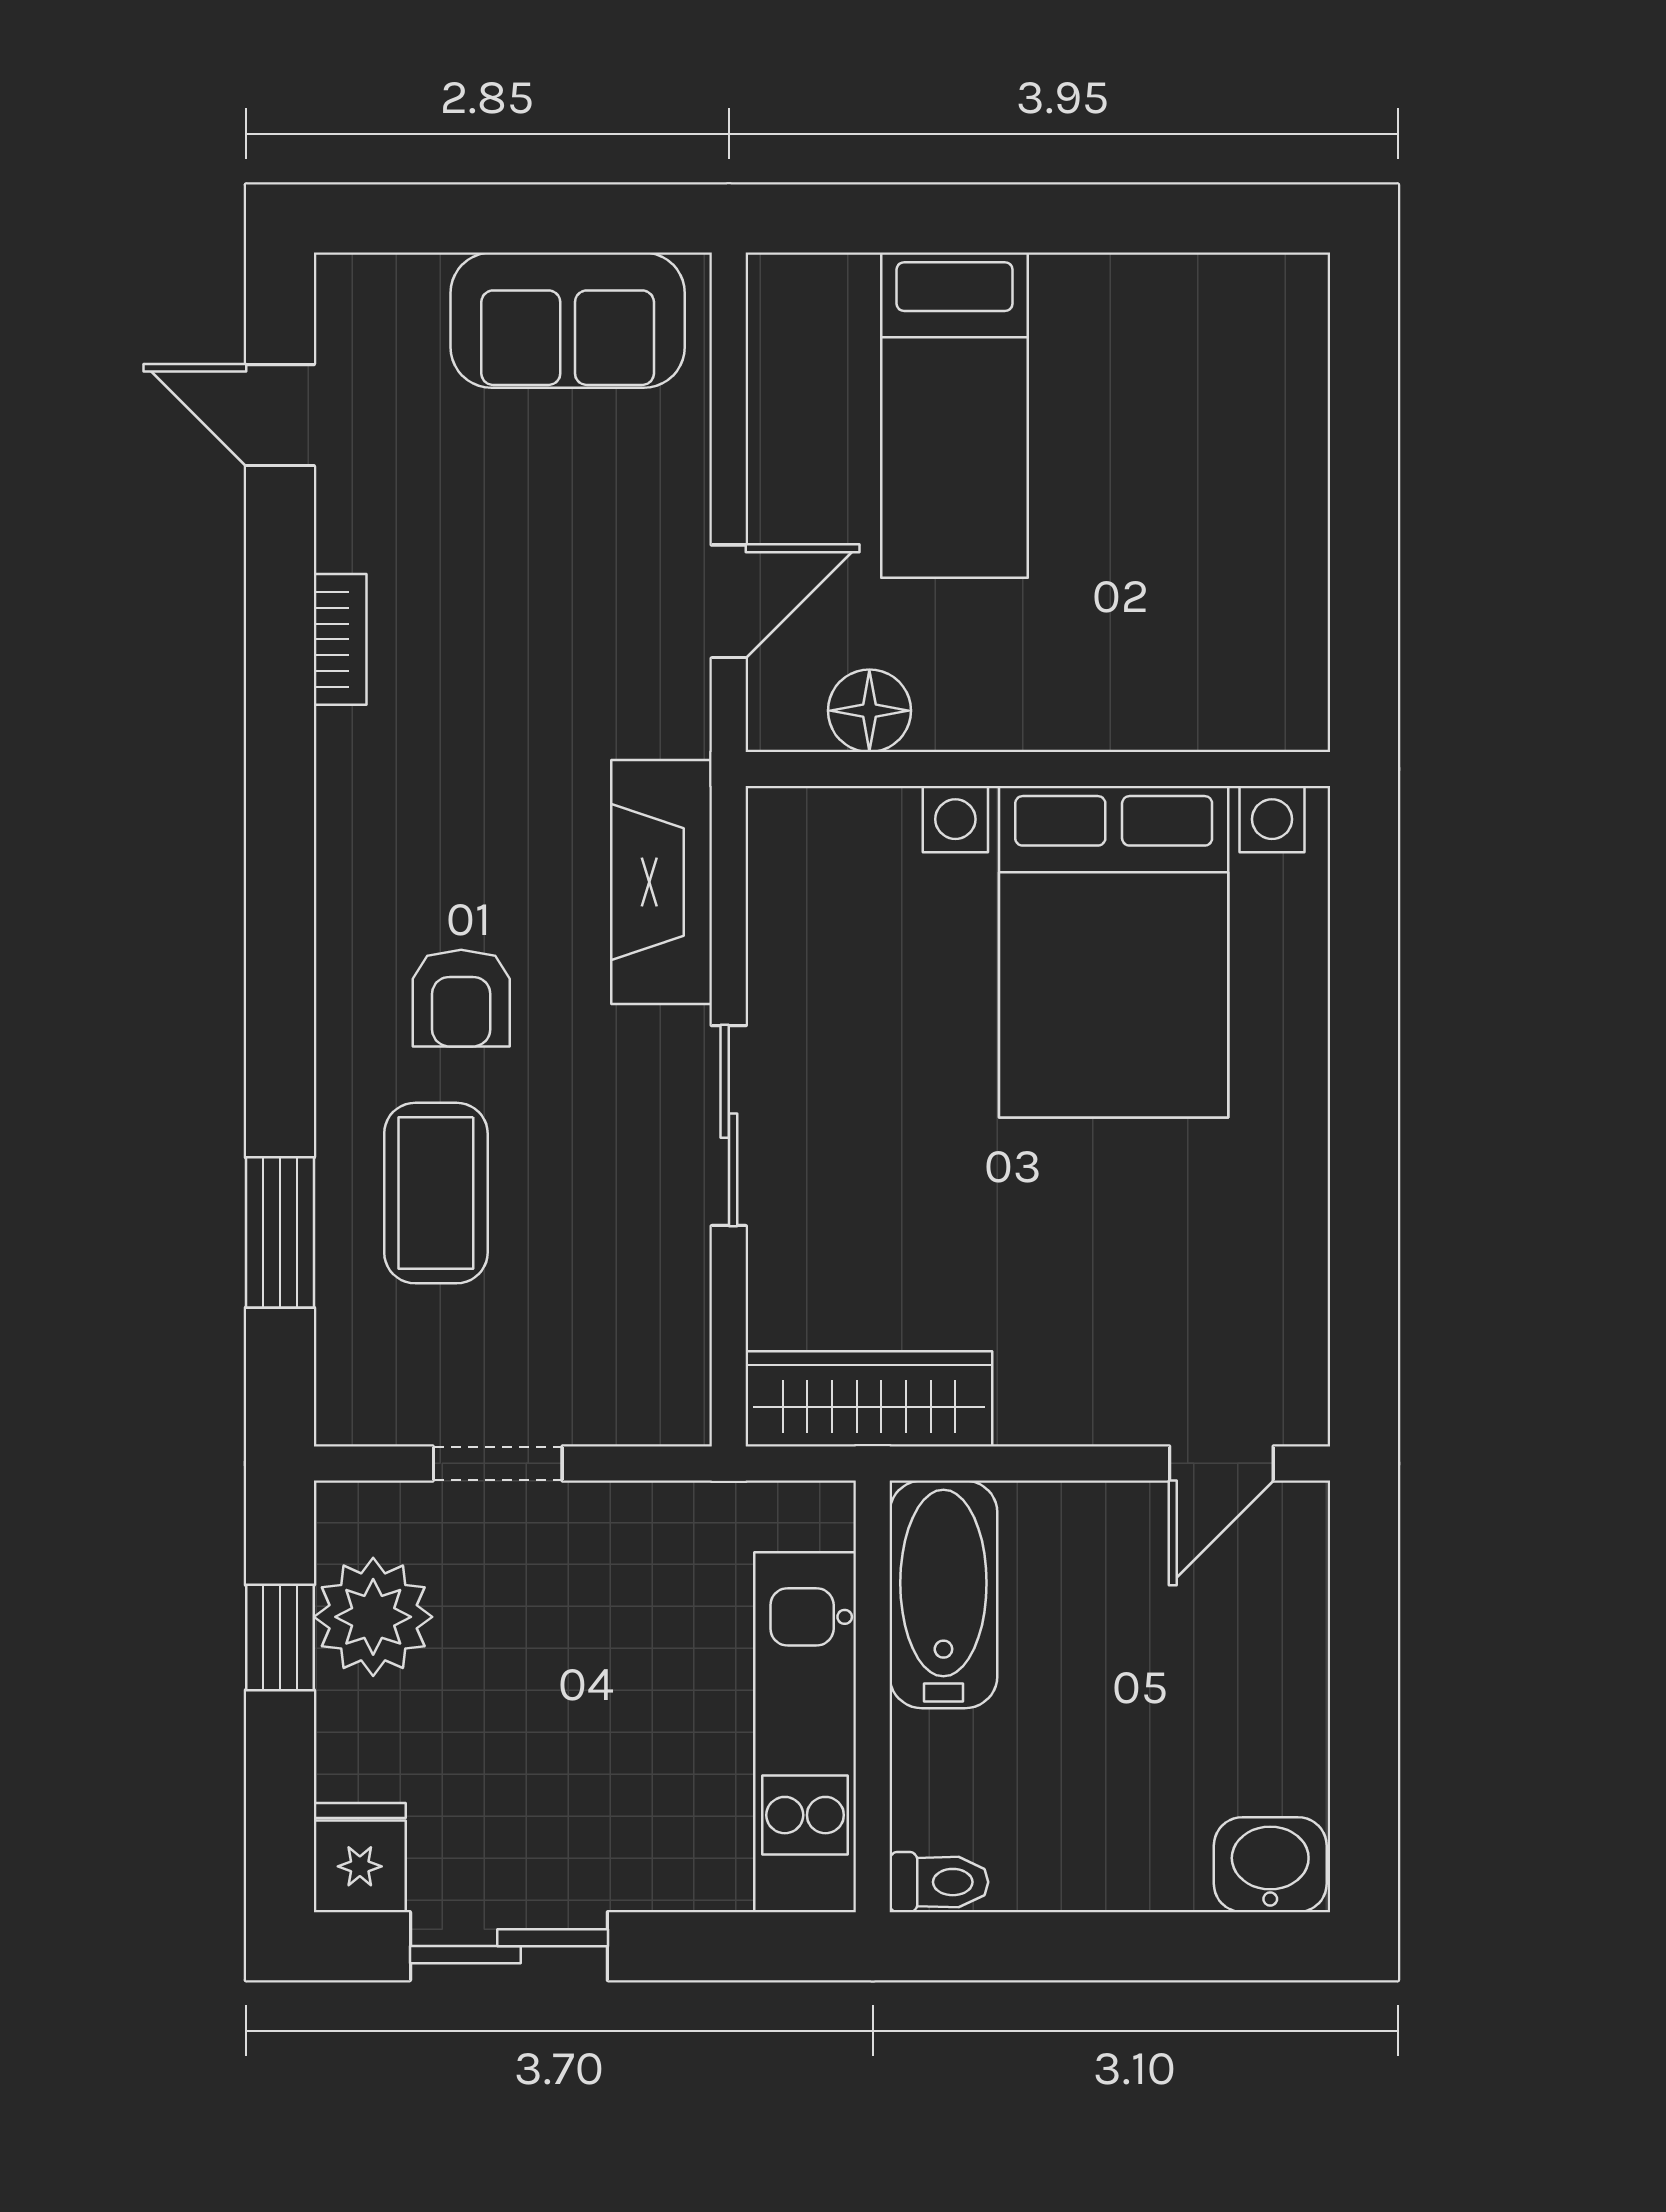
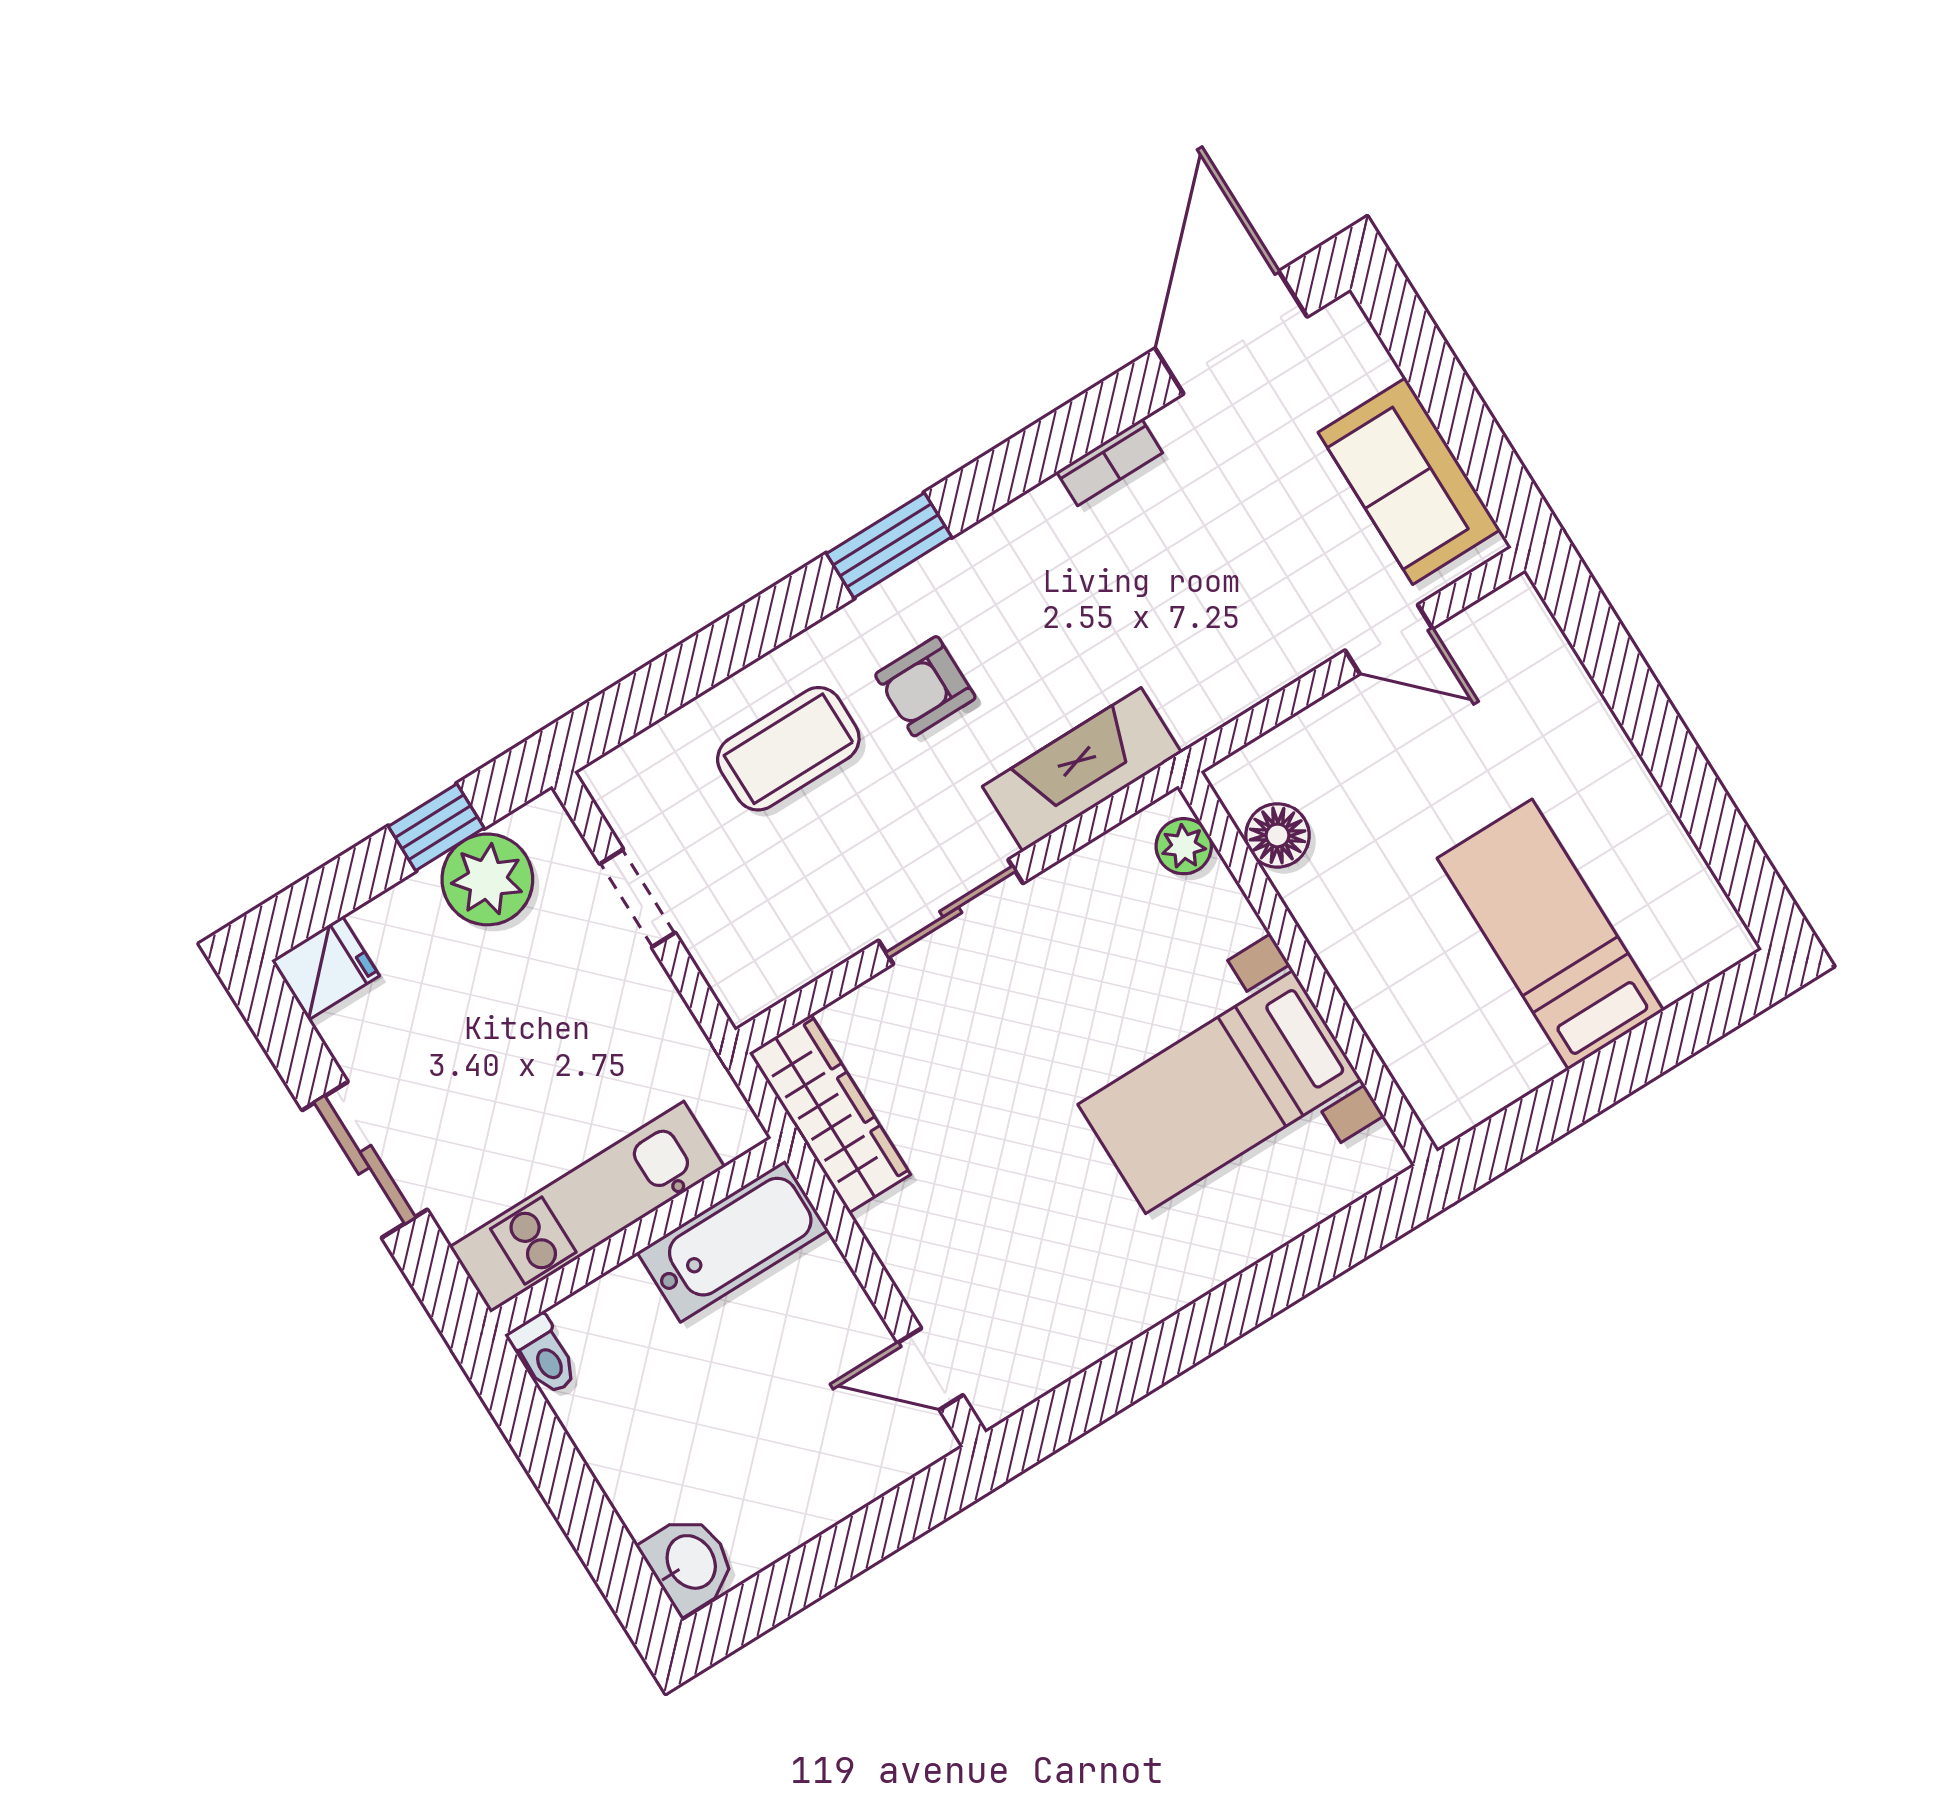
door: (280, 415) -> (1231, 332), width x1.87
bed: (955, 415) -> (1550, 934), moved, turned 90
door: (729, 601) -> (1389, 639), moved
plant: (817, 822) -> (1184, 846), added
bed with nightstands: (1114, 952) -> (1220, 1092), width x0.73
window: (280, 1232) -> (889, 545), moved
sliding door: (509, 1946) -> (365, 1160), moved

